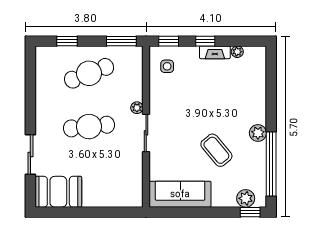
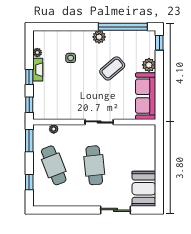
side table: (167, 66) -> (71, 58), moved
plant: (137, 108) -> (54, 129), moved
plant: (246, 198) -> (149, 65), moved

